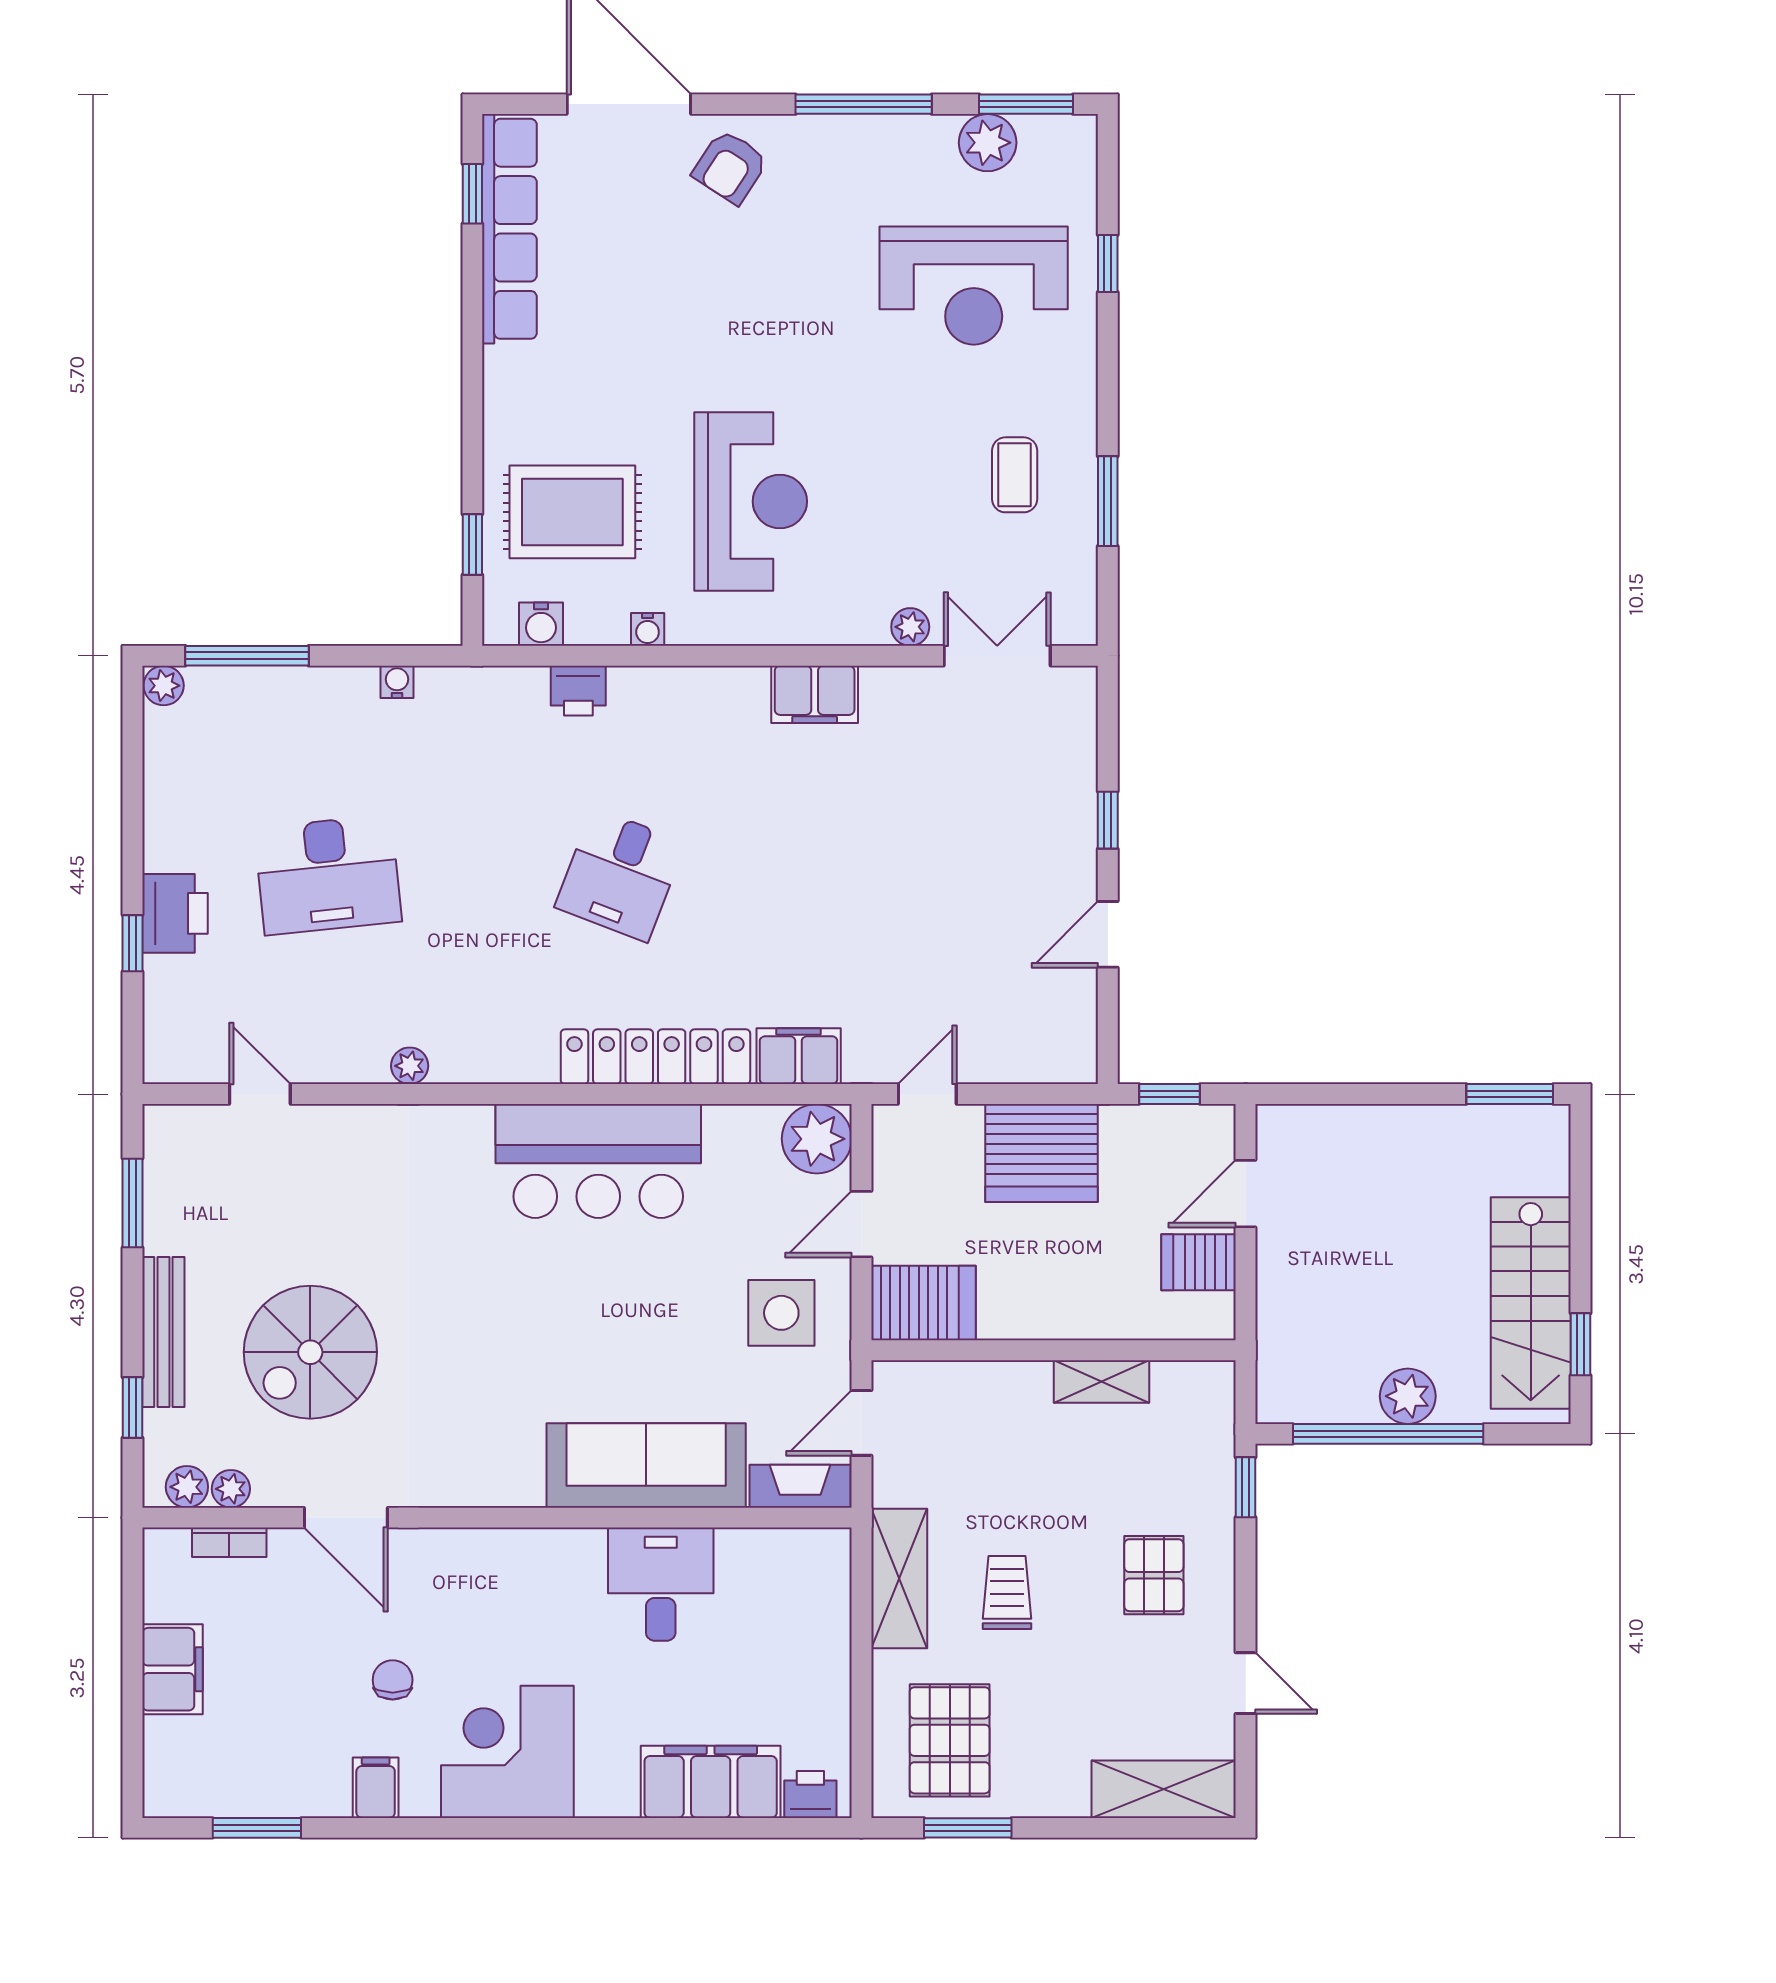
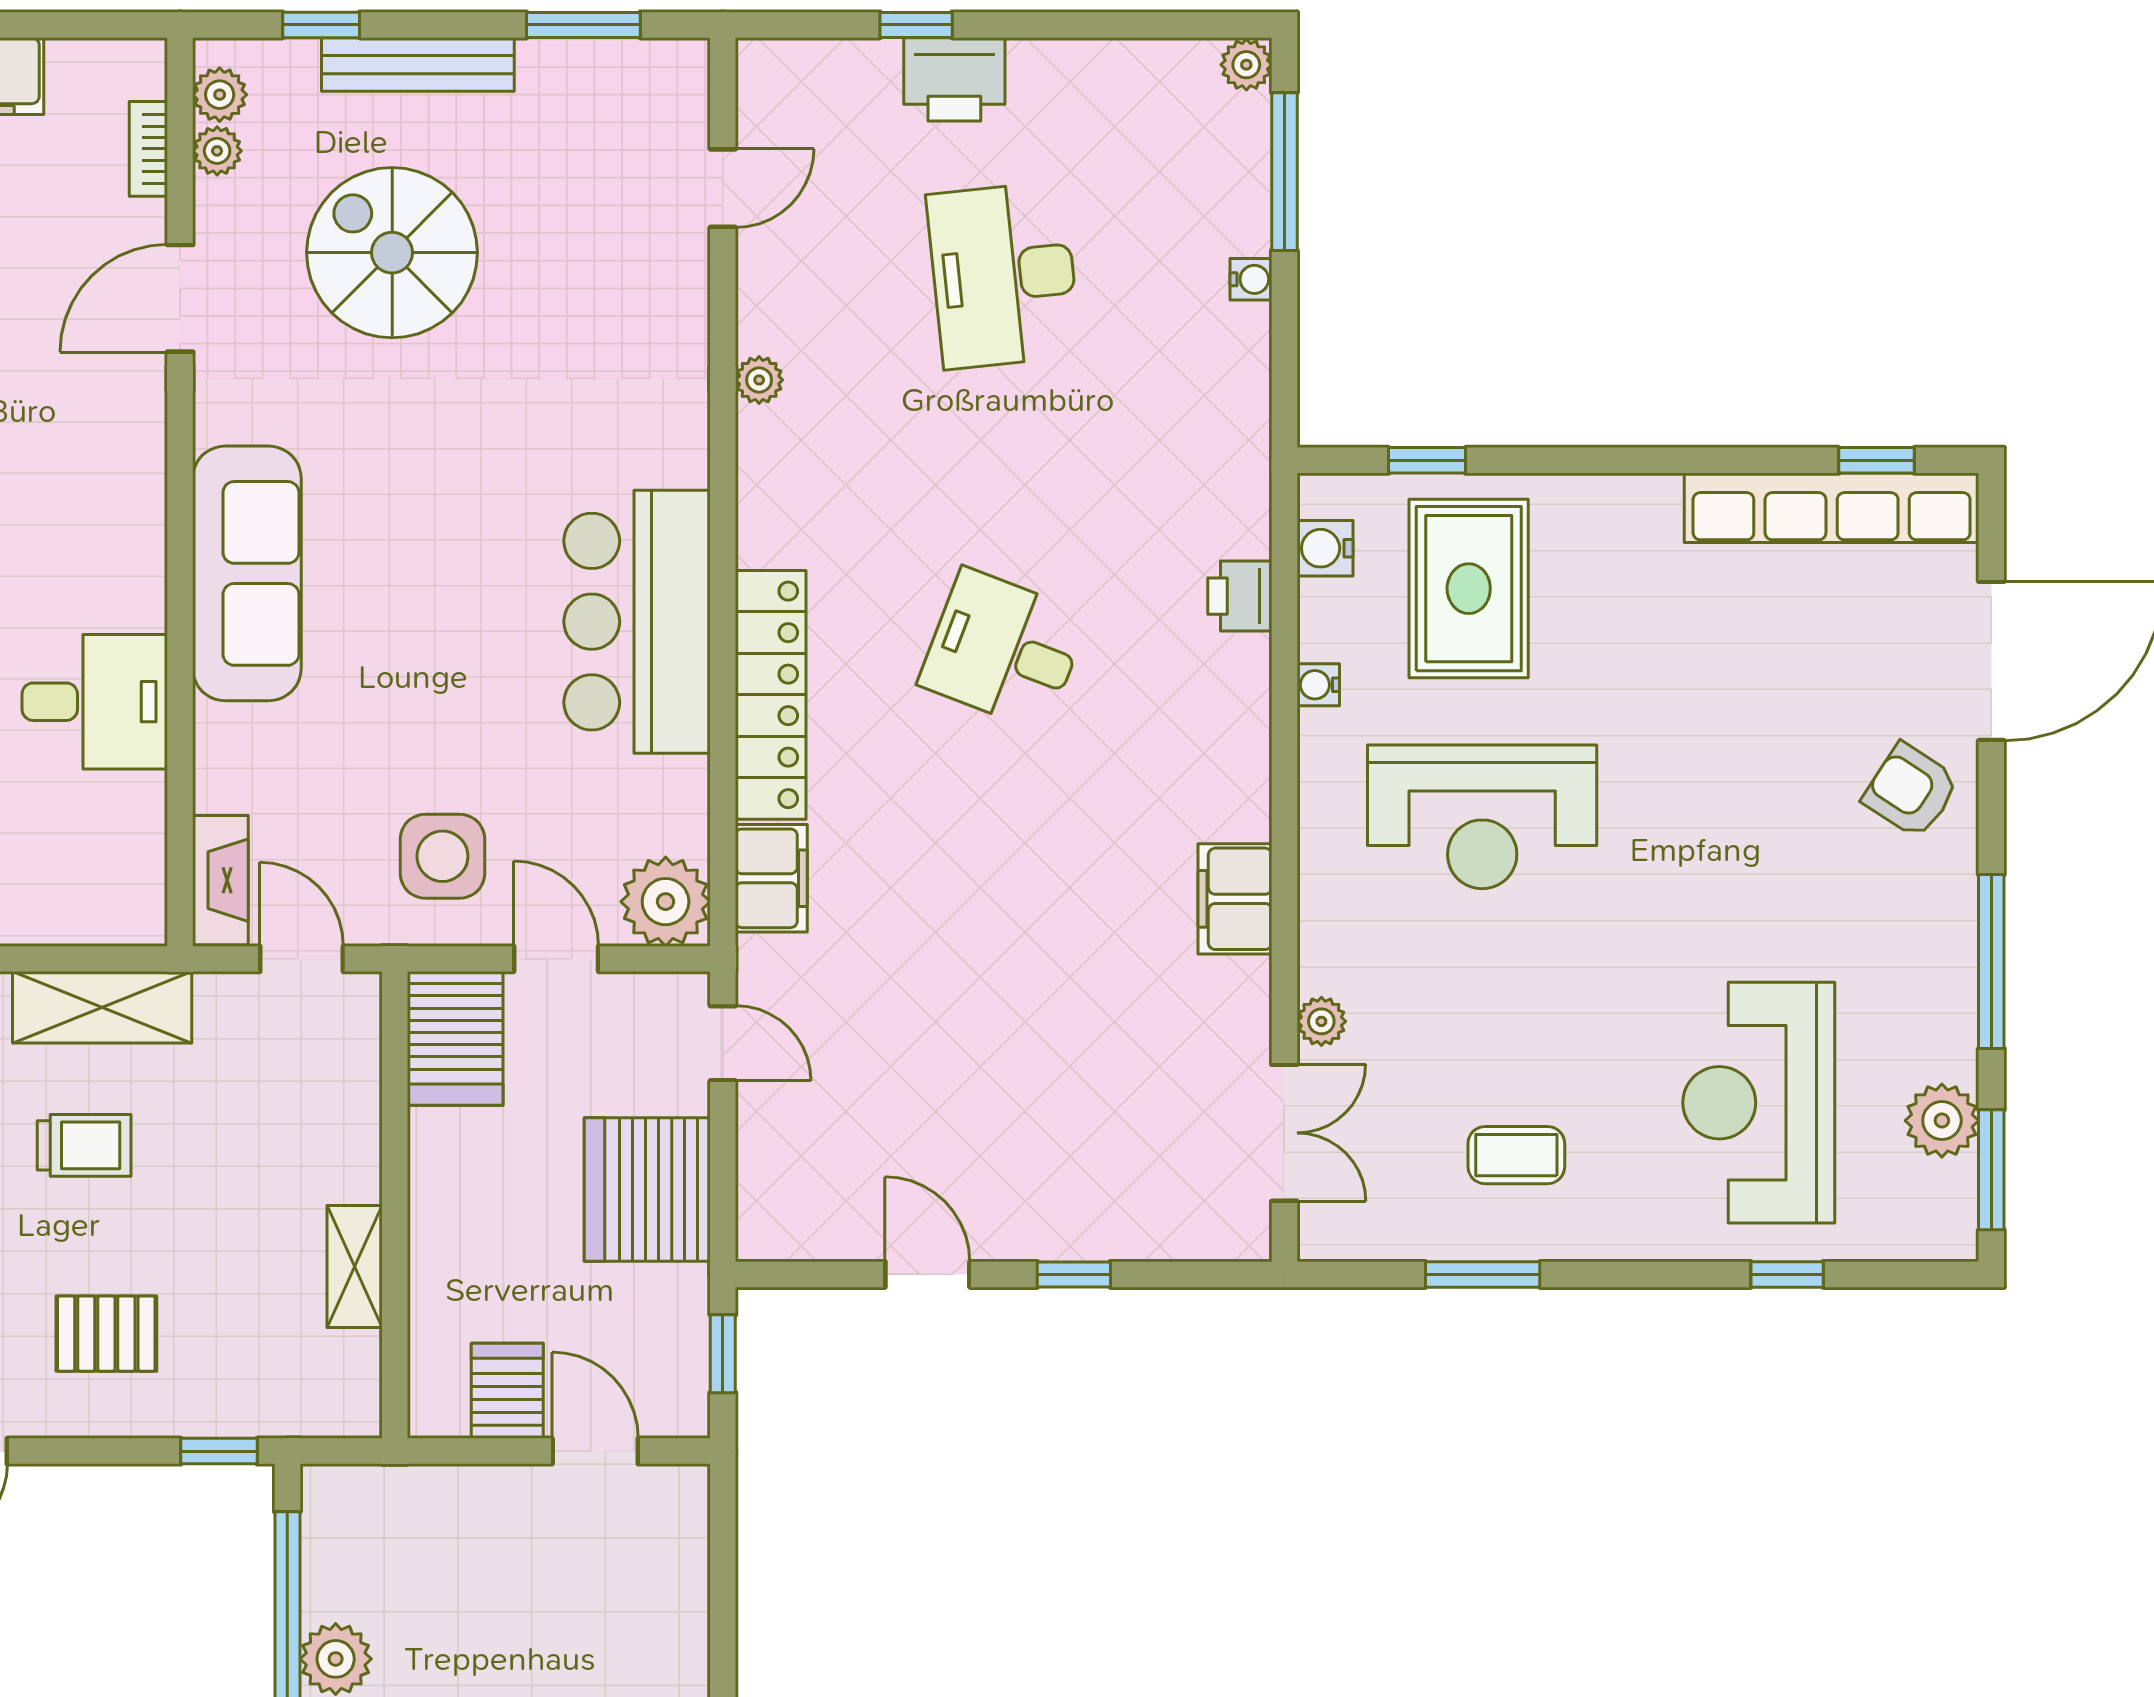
water cooler: (397, 682) -> (1251, 279), moved
sofa: (646, 1465) -> (247, 573), moved

